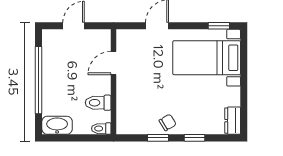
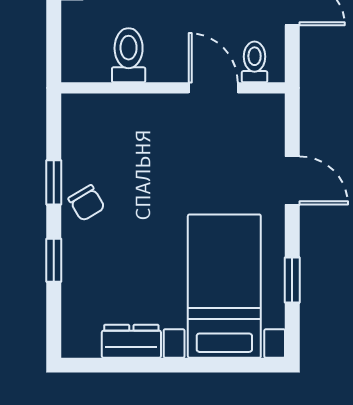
window: (219, 26) -> (292, 280), moved
dresser: (233, 121) -> (131, 341), moved
toilet: (101, 129) -> (255, 62), moved

